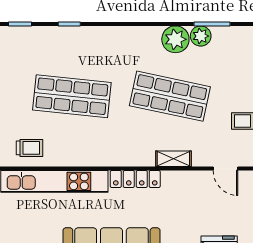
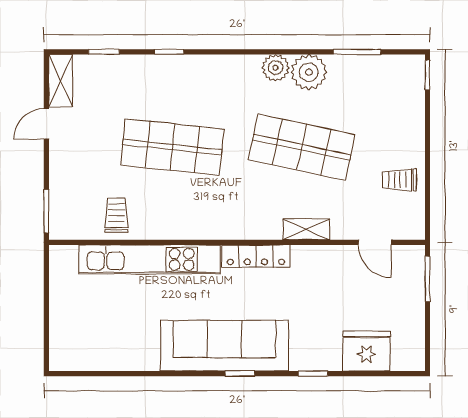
plant: (201, 36) -> (276, 68), moved
trolley: (30, 148) -> (117, 215), turned -90

